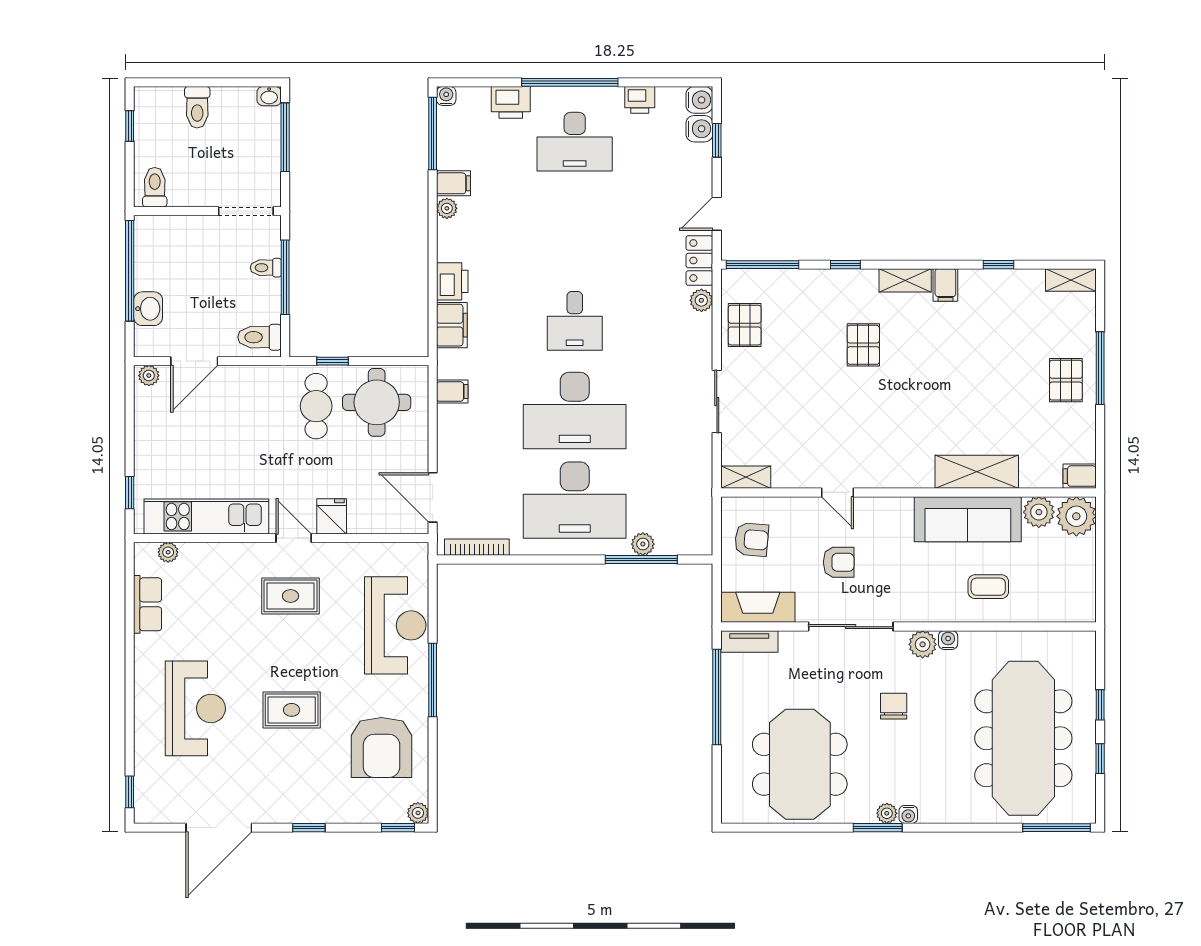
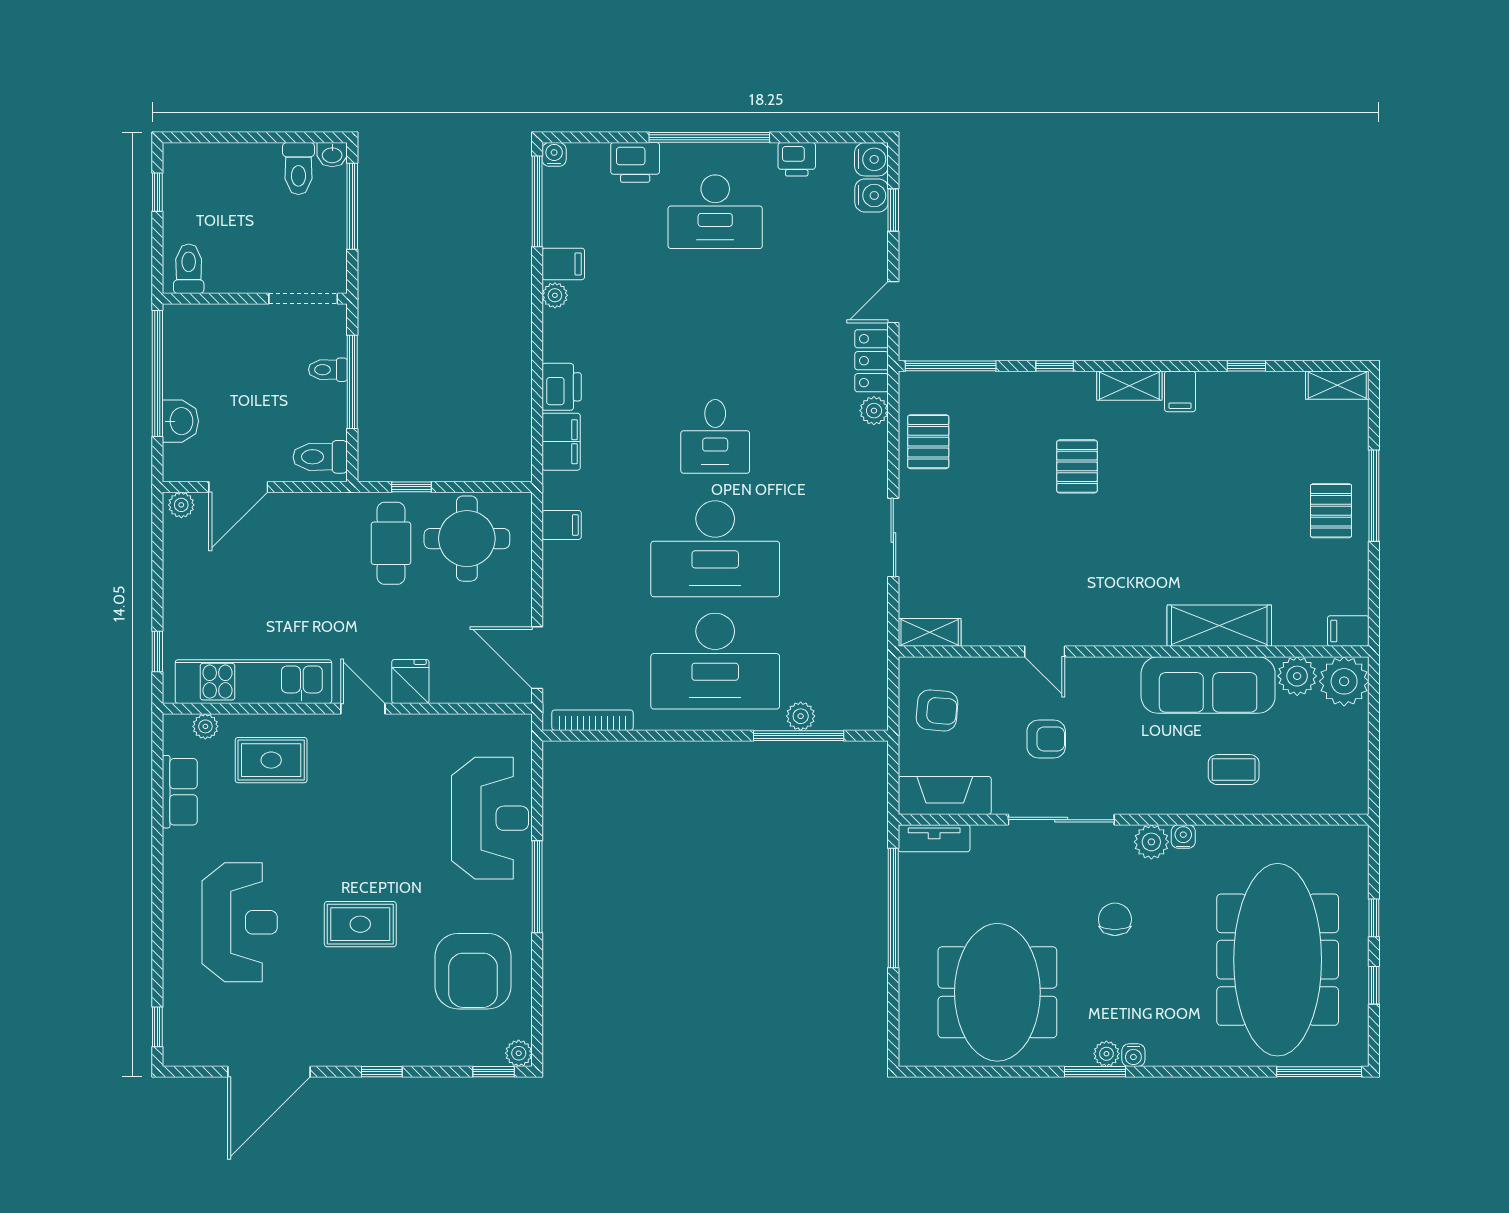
toilet: (197, 107) -> (298, 169), moved
rug: (291, 596) -> (271, 760), moved

